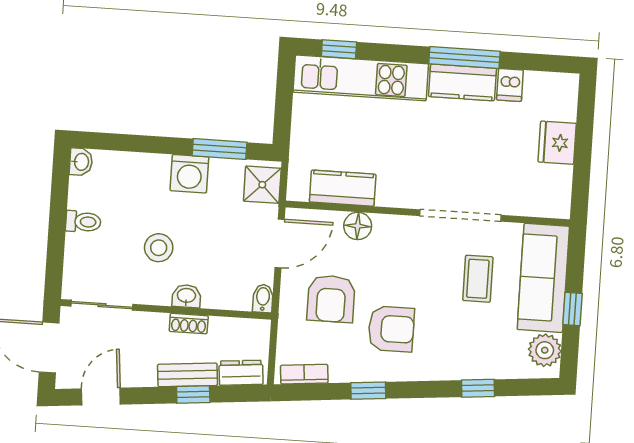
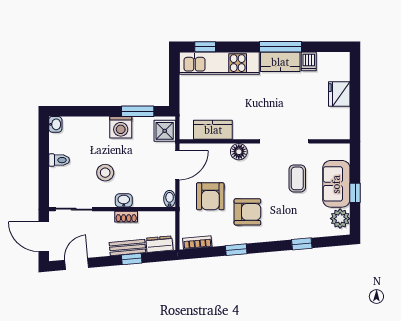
floor lamp: (358, 226) -> (239, 152), moved
sofa: (543, 278) -> (336, 184), width x0.73

